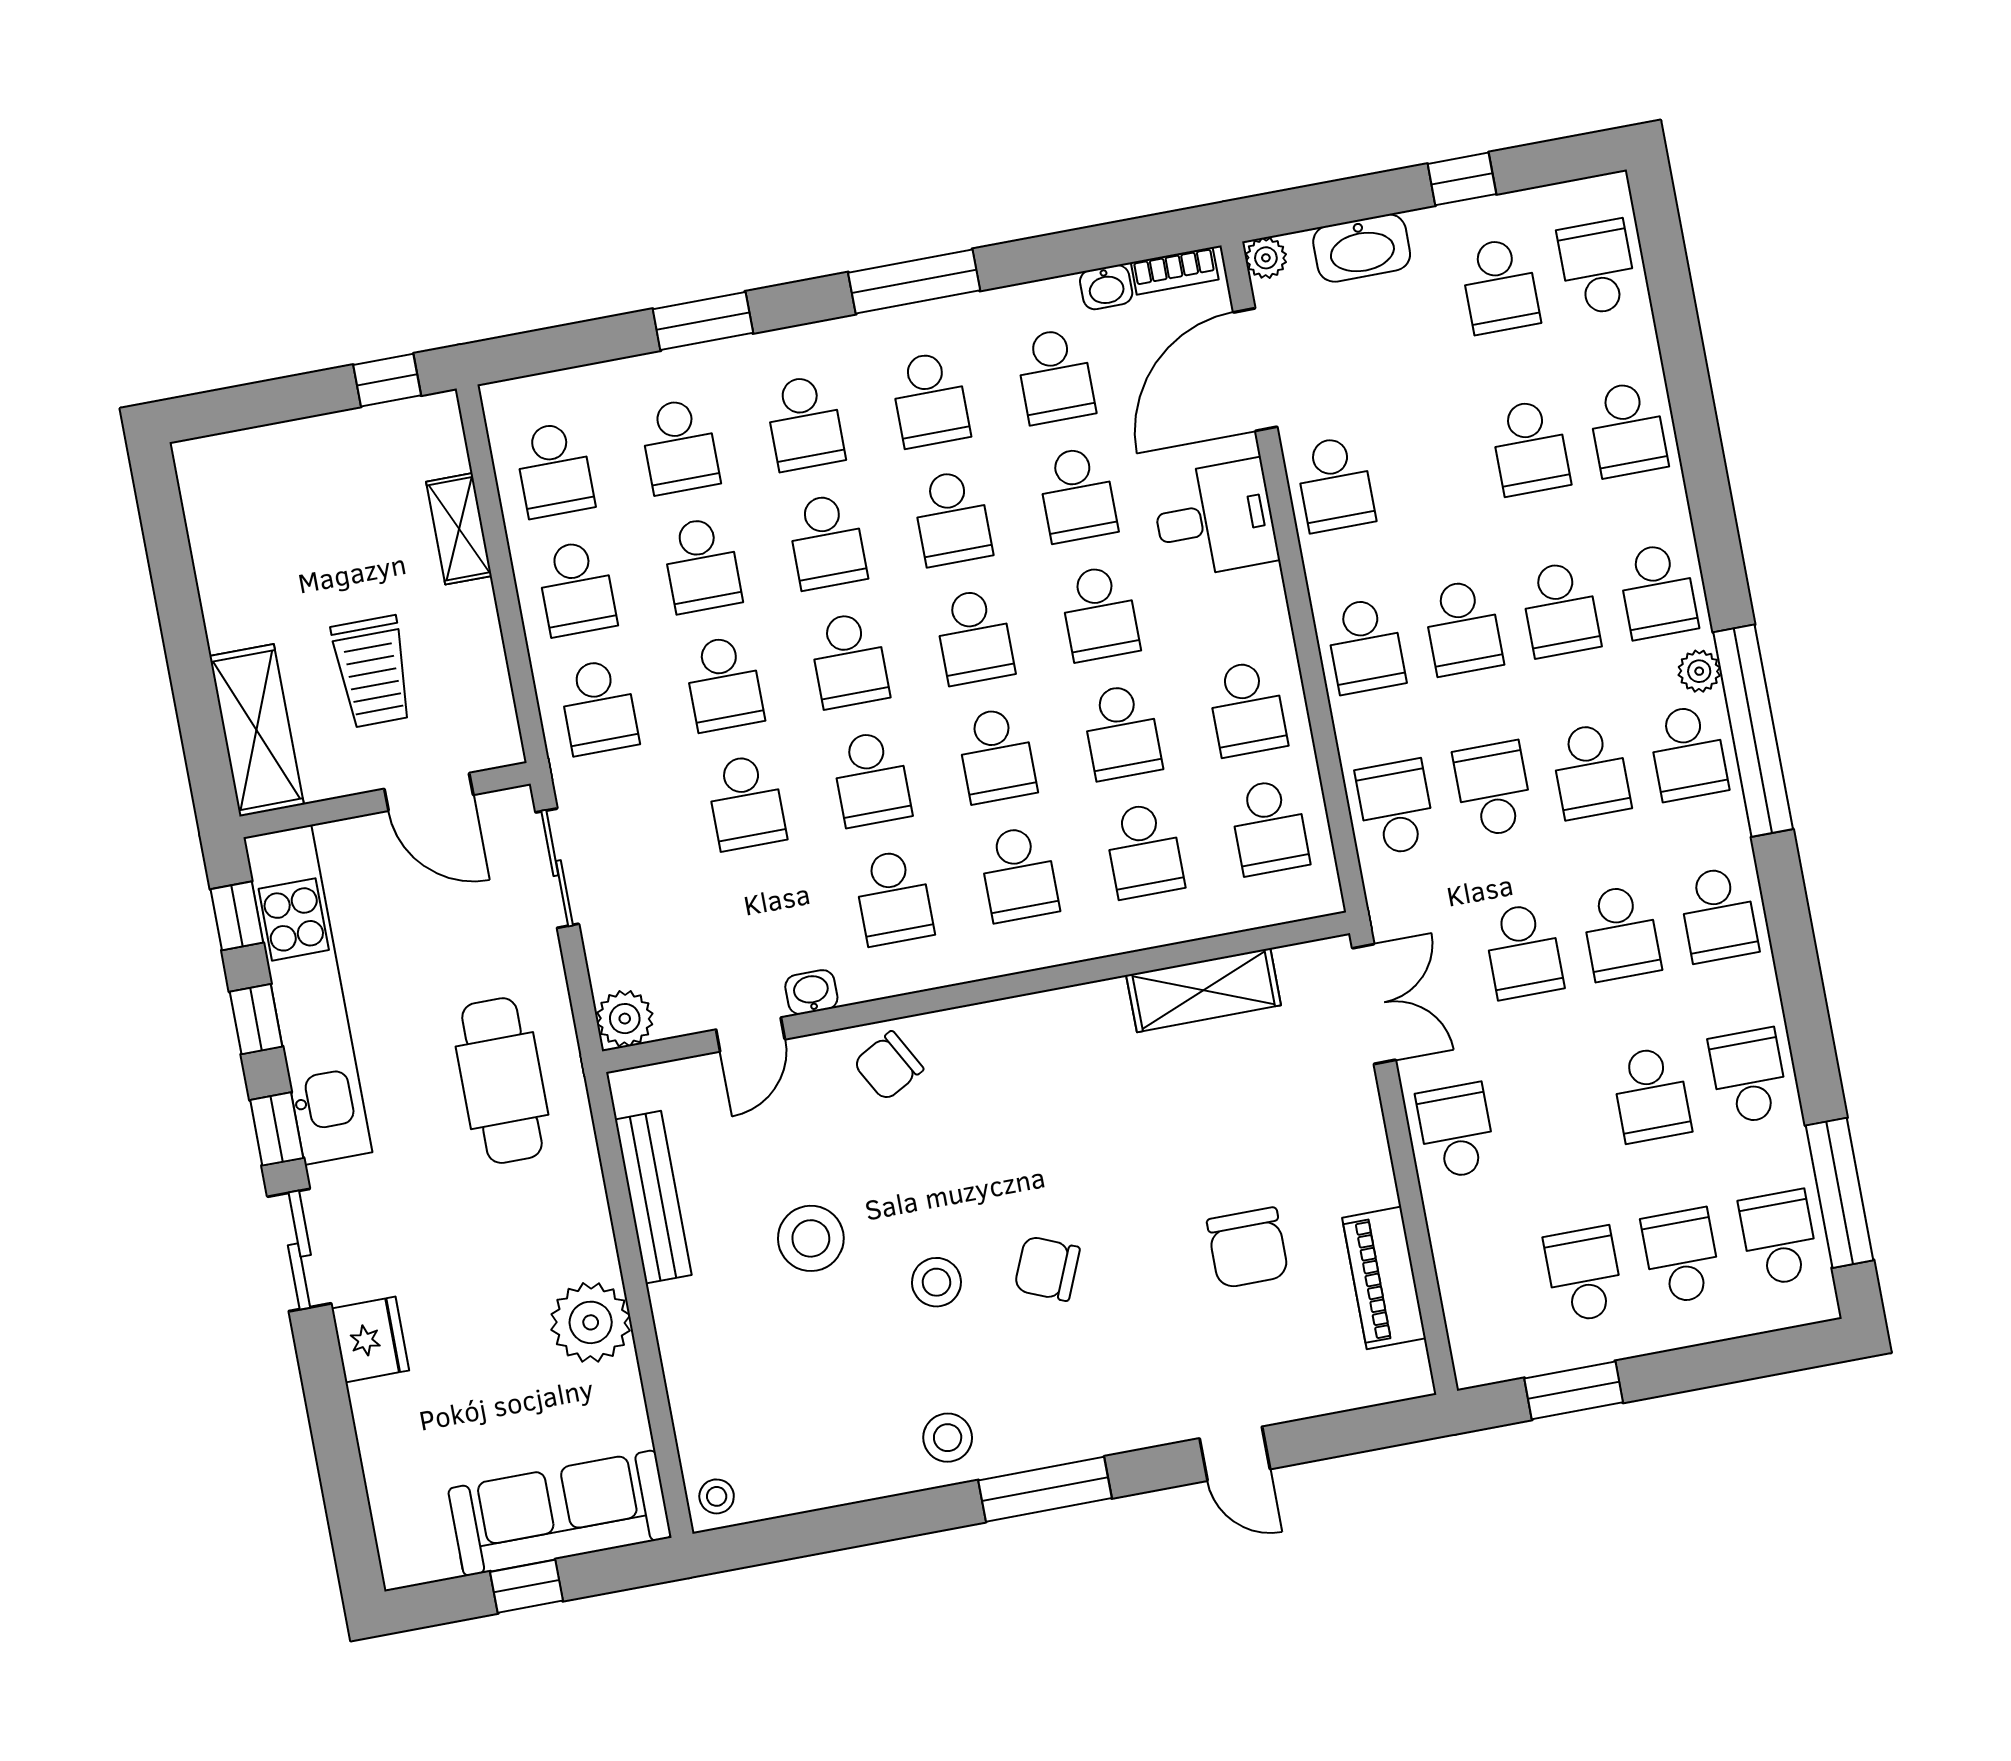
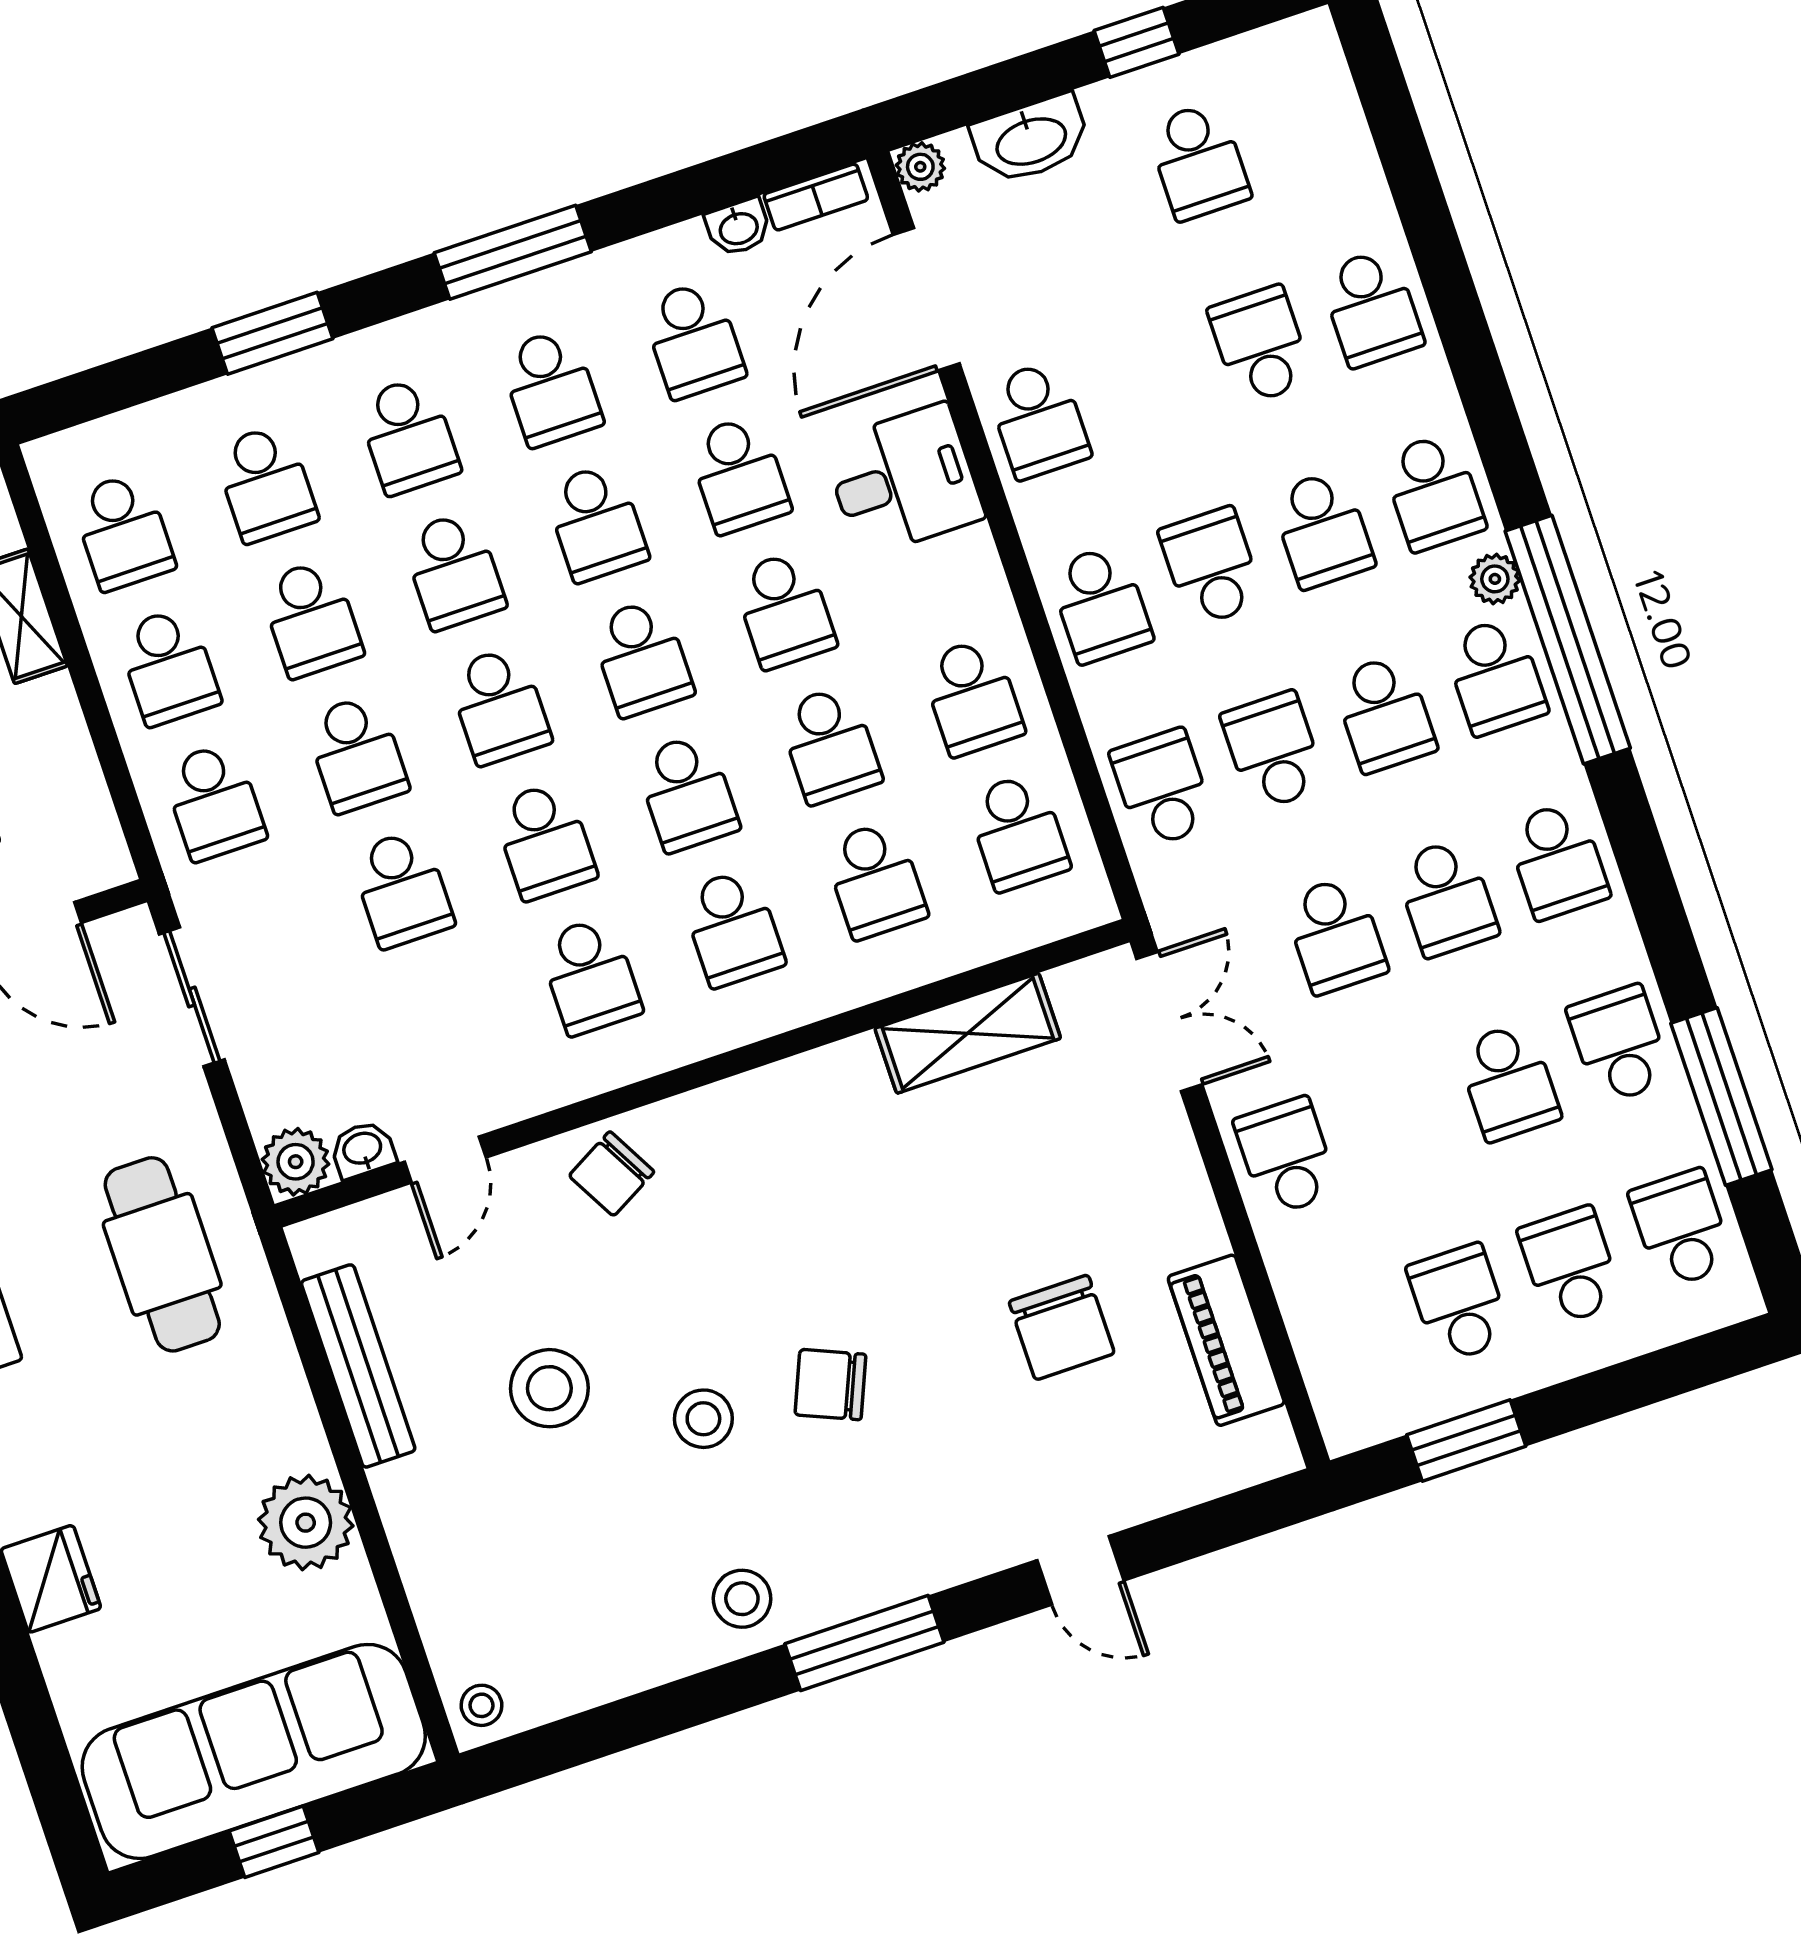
school desk: (1597, 268) -> (1309, 124), removed
school desk: (1530, 448) -> (1260, 345), turned 180
school desk: (1463, 628) -> (1211, 567), turned 180
washbasin: (811, 992) -> (363, 1150), moved
window: (1840, 1193) -> (1721, 1096), moved
sofa: (560, 1513) -> (254, 1751), width x1.36, depth x1.27

